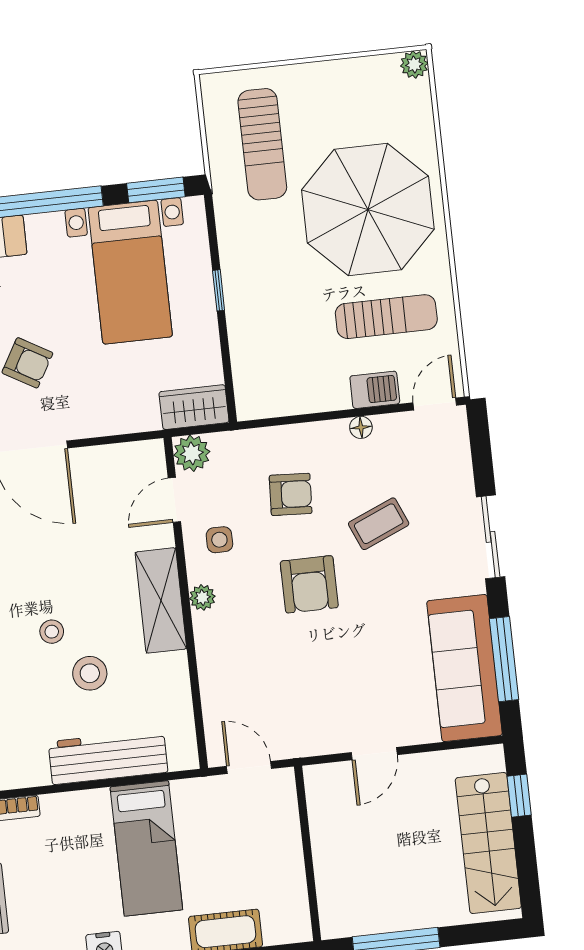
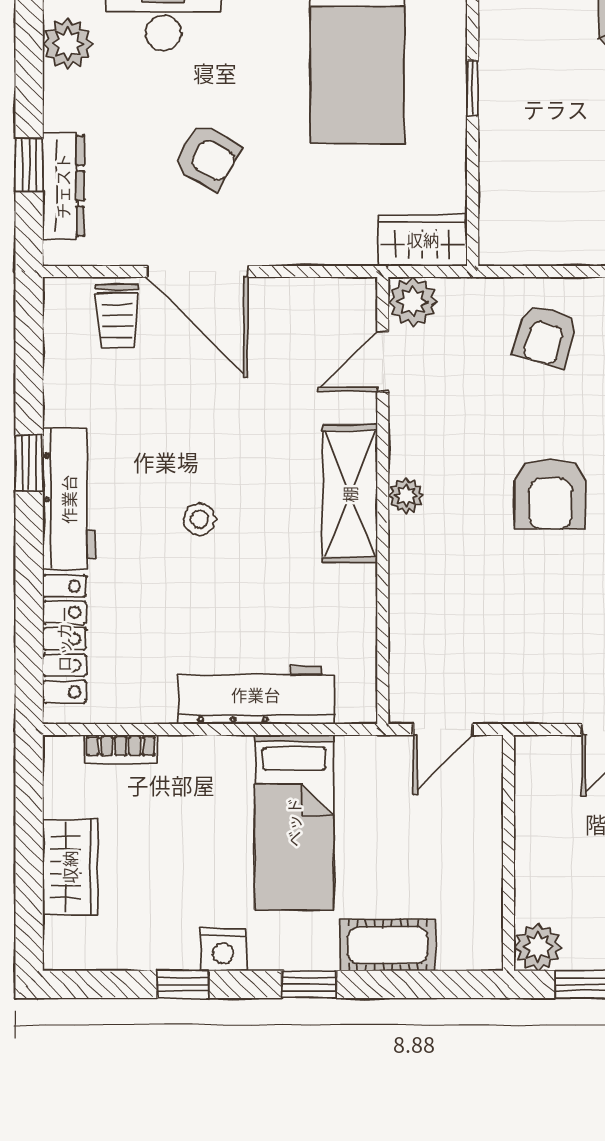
armchair: (291, 494) -> (545, 336), moved, turned 103
side table: (219, 540) -> (437, 421), removed
stool: (90, 673) -> (244, 580), removed
door: (249, 767) -> (443, 729), swing flipped
plant: (337, 921) -> (538, 947), added

